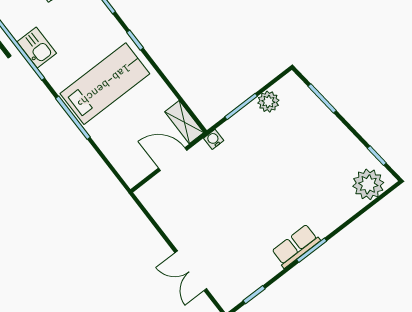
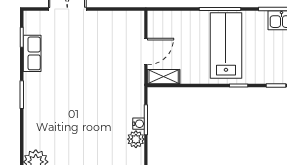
lab bench: (105, 84) -> (226, 45), turned 180
water cooler: (214, 139) -> (139, 124), moved
row of seats: (296, 246) -> (32, 53), moved

